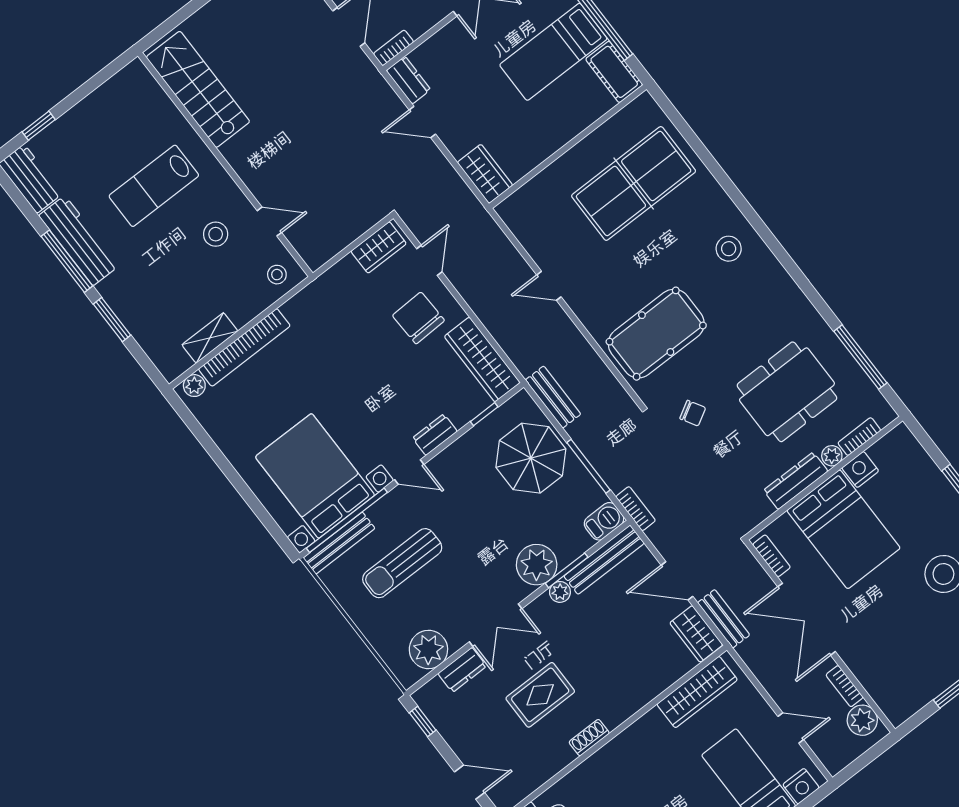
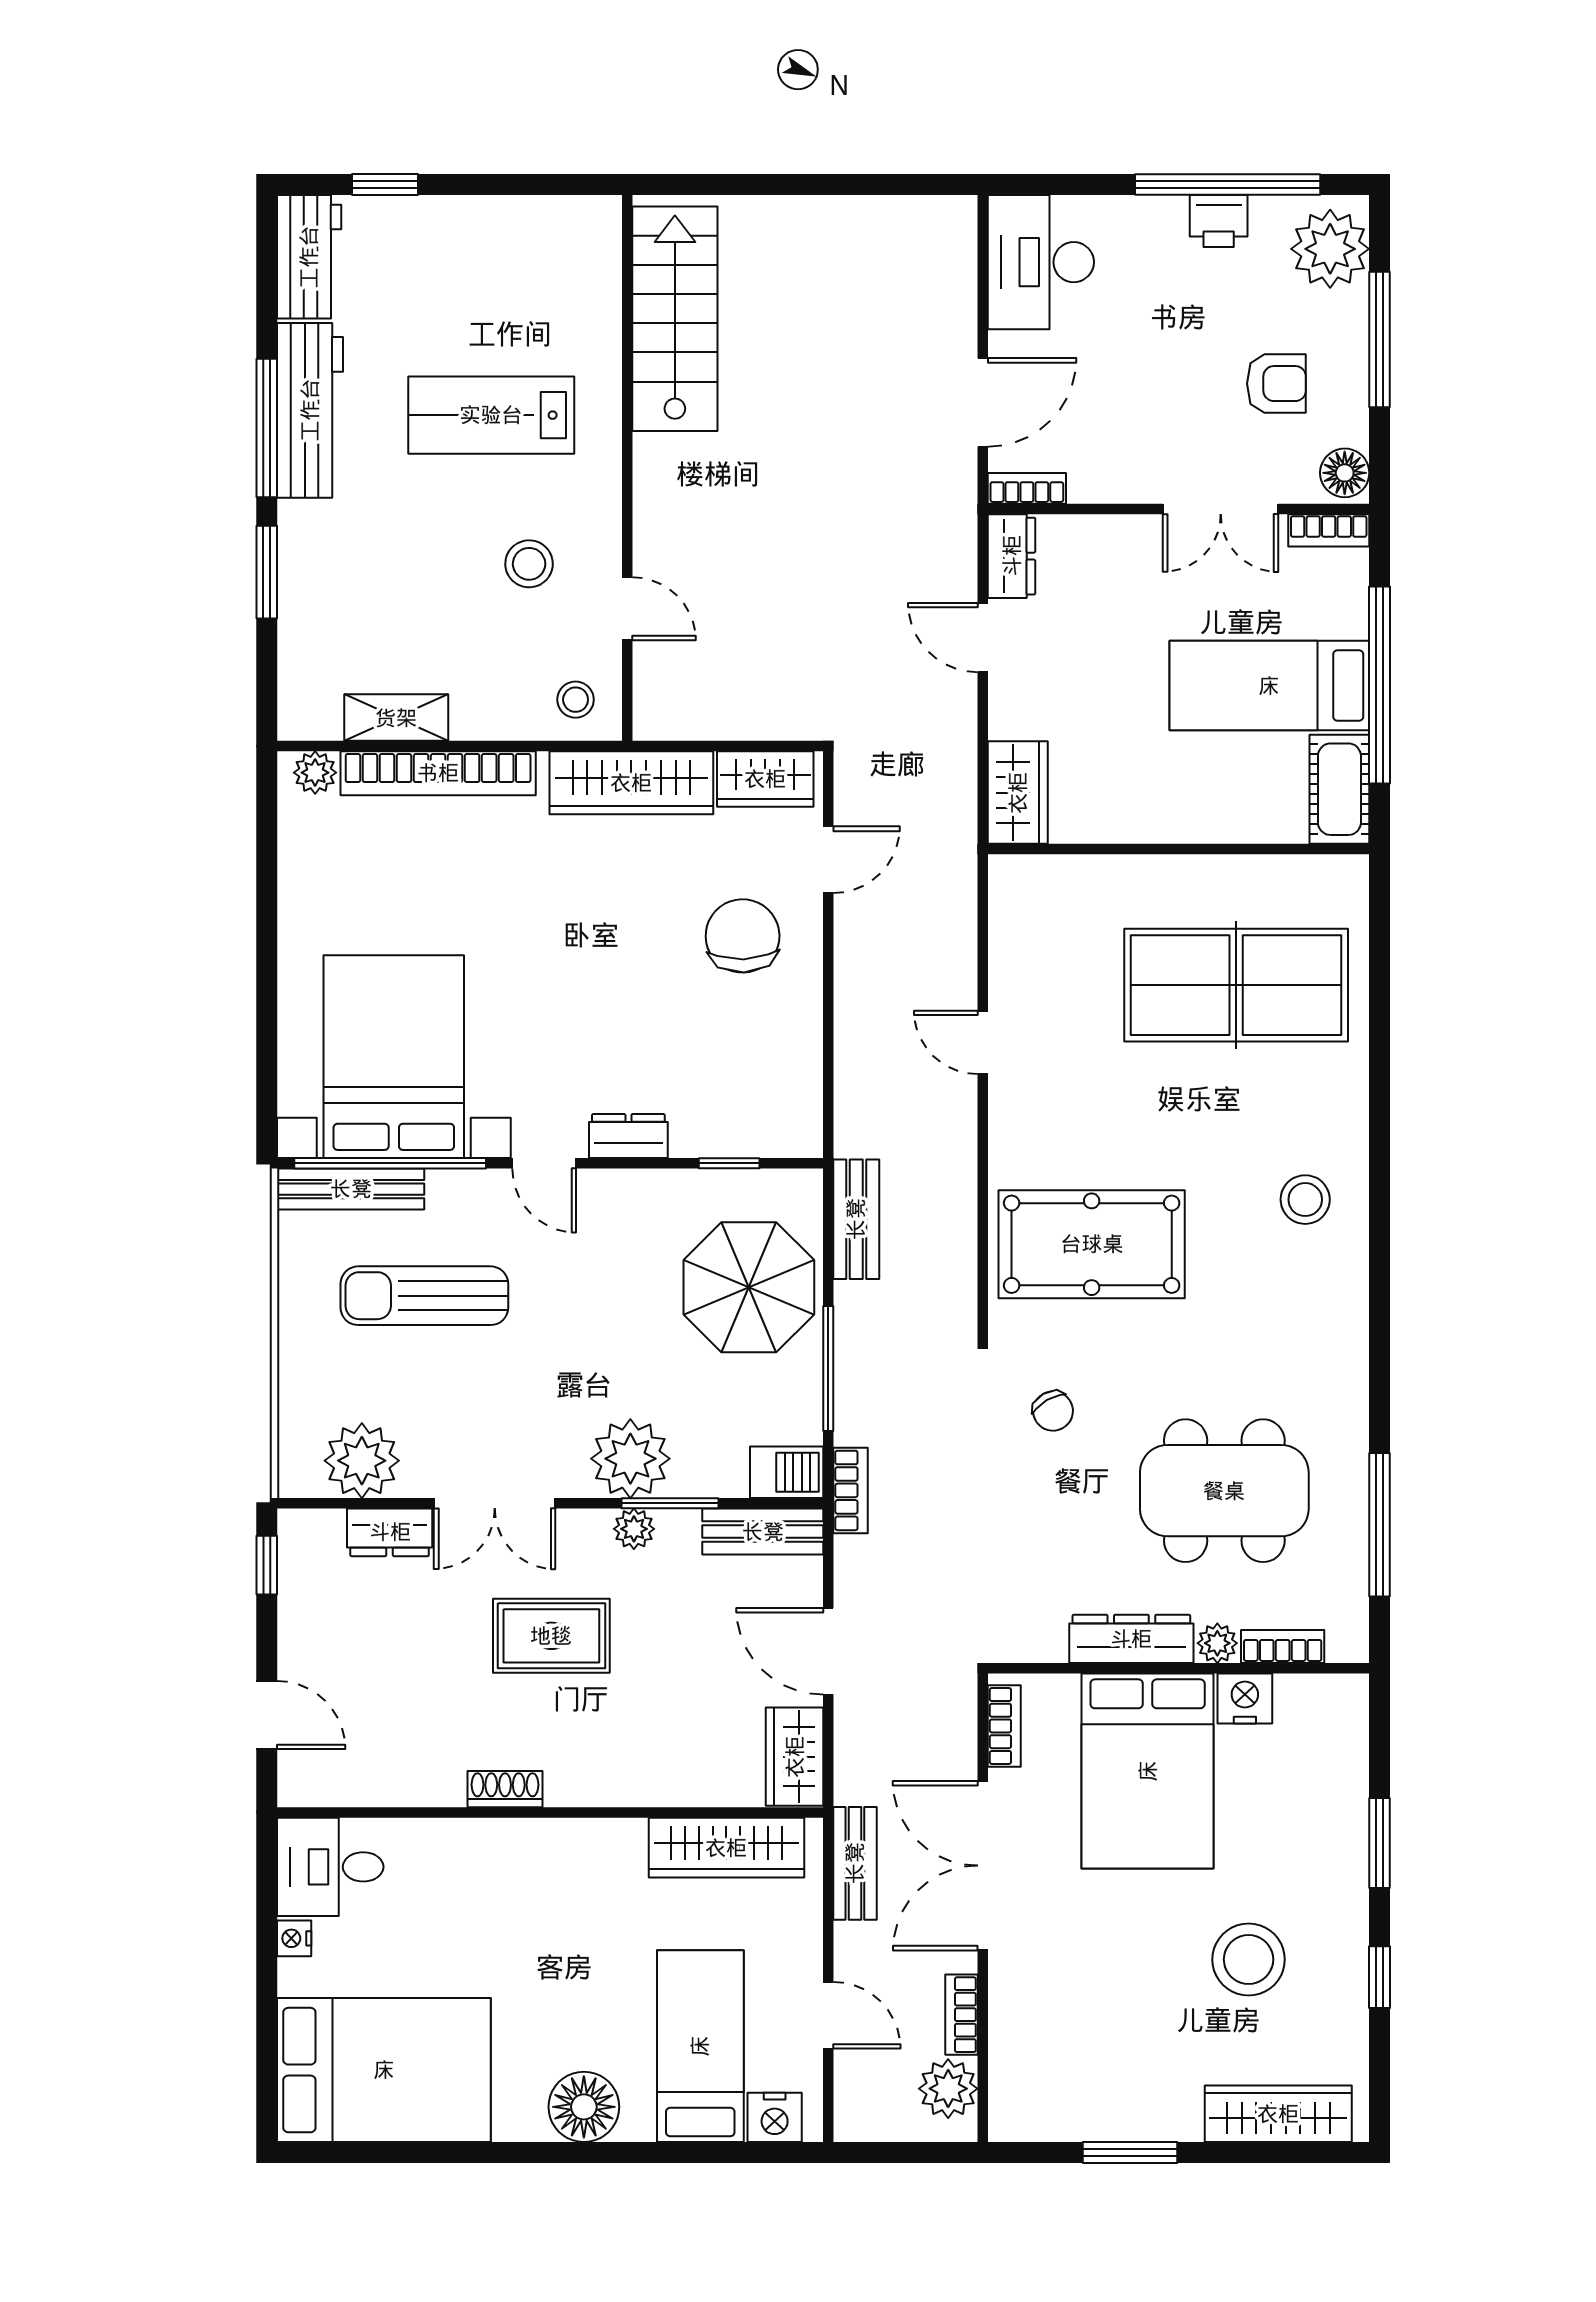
wardrobe: (482, 360) -> (631, 783), moved, turned -90
bench: (604, 560) -> (763, 1532), width x0.73
bench: (724, 619) -> (855, 1863), moved
rug: (540, 695) -> (551, 1636), moved

